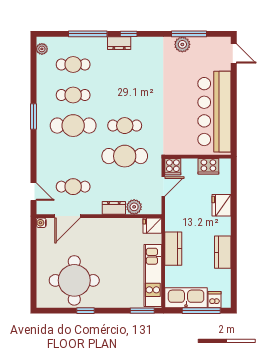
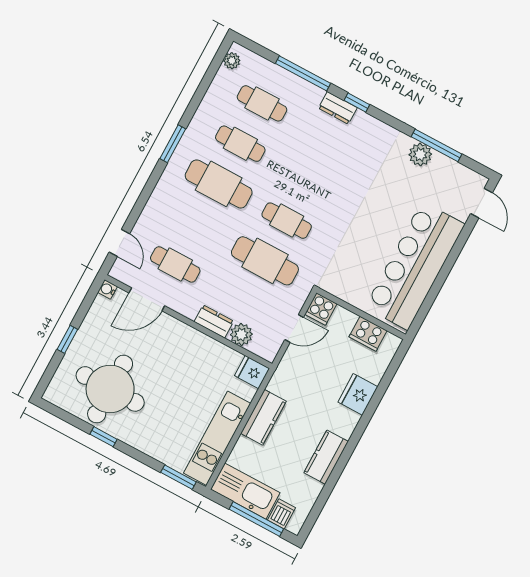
window: (33, 265) -> (67, 339), added

